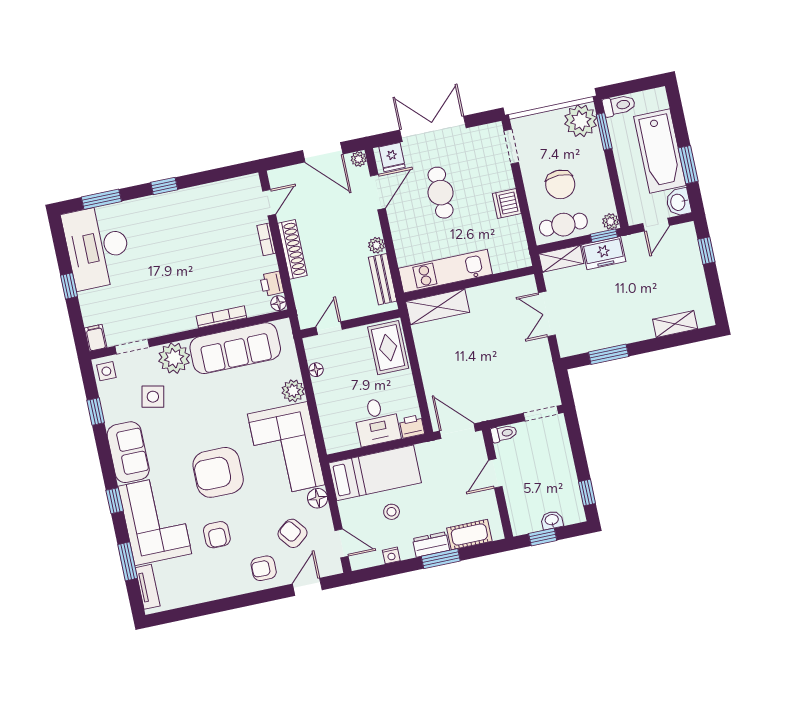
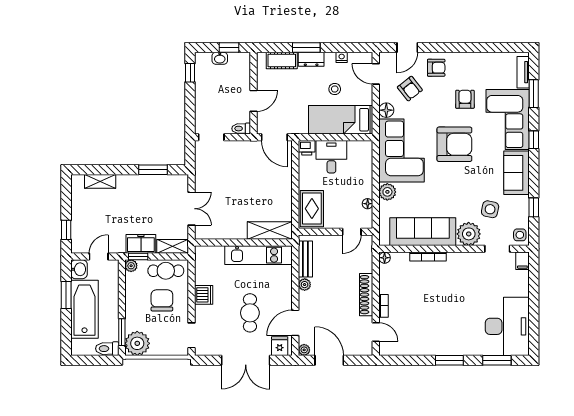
window: (164, 186) -> (449, 360), width x1.50
door: (269, 203) -> (376, 332), swing flipped
printer: (272, 284) -> (386, 273), removed
window: (69, 286) -> (534, 302), removed

